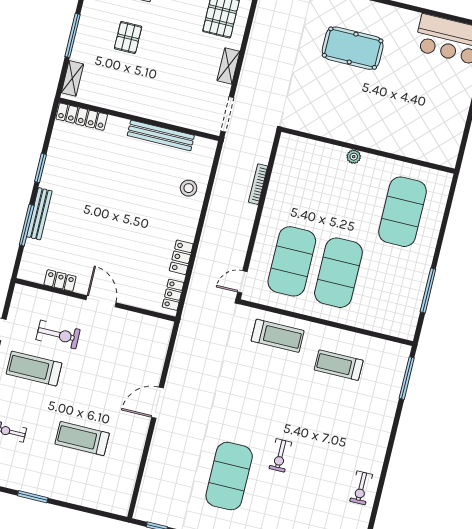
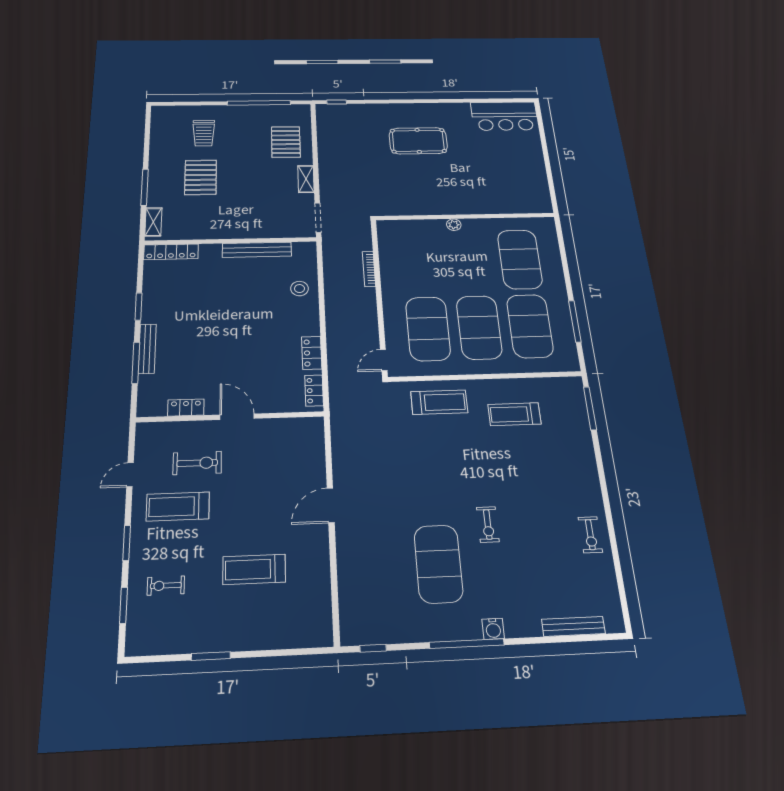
pallet: (128, 37) -> (201, 177), width x1.50, depth x1.42
exercise mat: (385, 284) -> (530, 326), added

